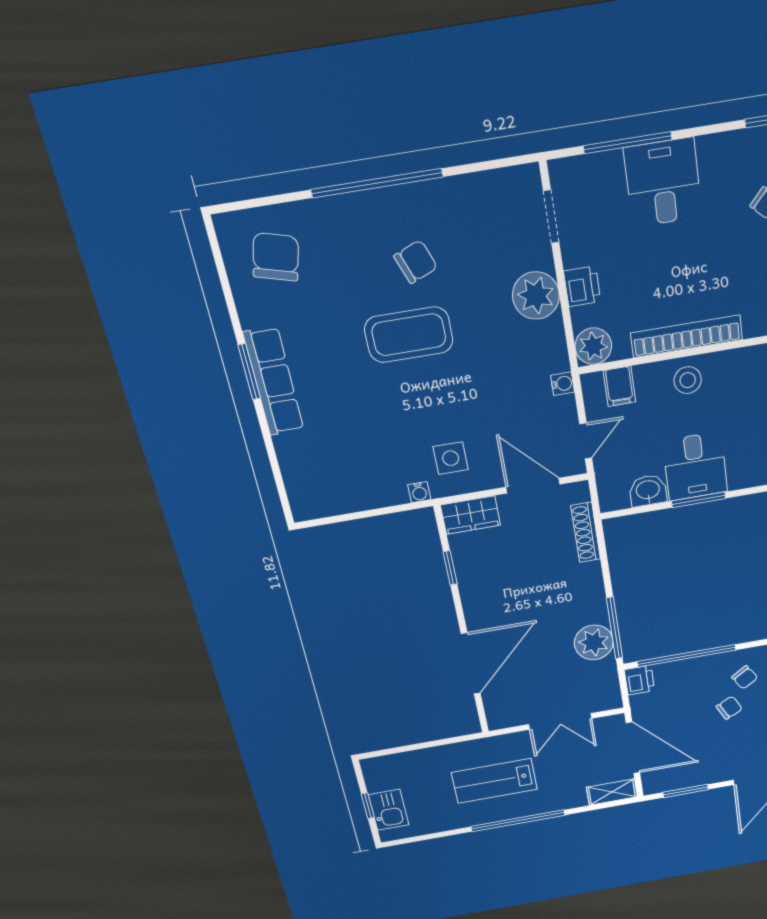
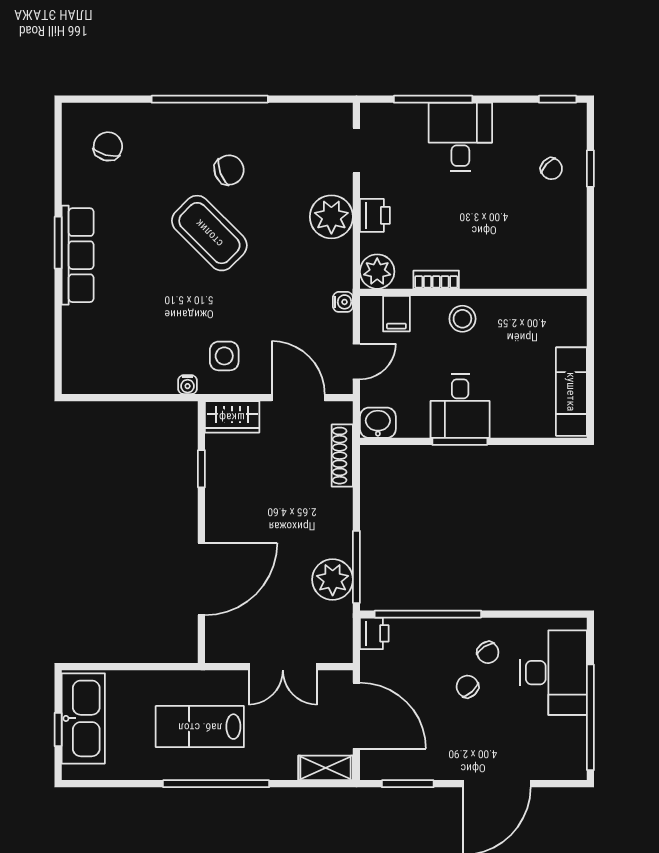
chair: (276, 257) -> (108, 146), width x0.73, depth x0.73
coffee table: (409, 335) -> (209, 233), turned 45
bookcase: (687, 336) -> (436, 280), width x0.43, depth x0.76
washbasin: (648, 491) -> (378, 423), moved
chair: (729, 708) -> (467, 687), turned -105
kitchen sink: (389, 810) -> (83, 718), width x1.88, depth x1.24

